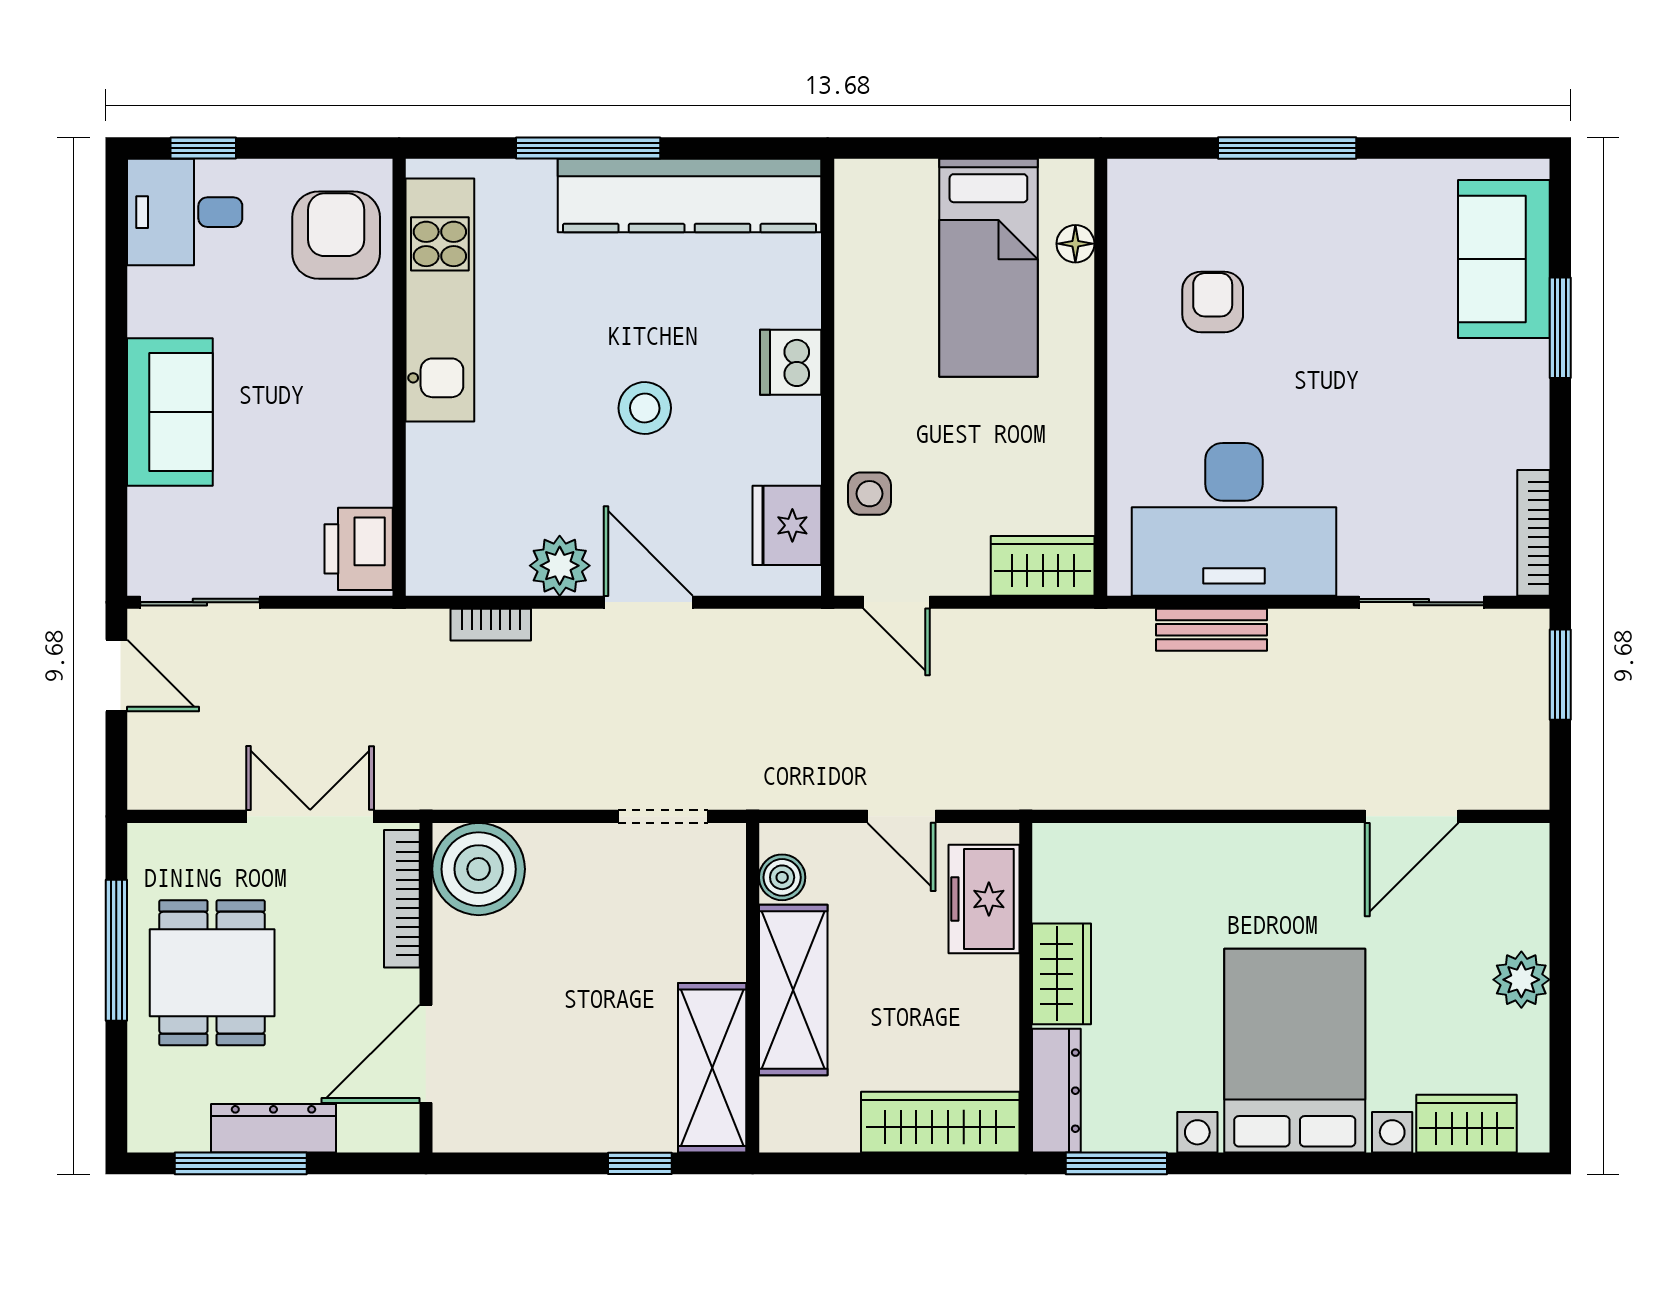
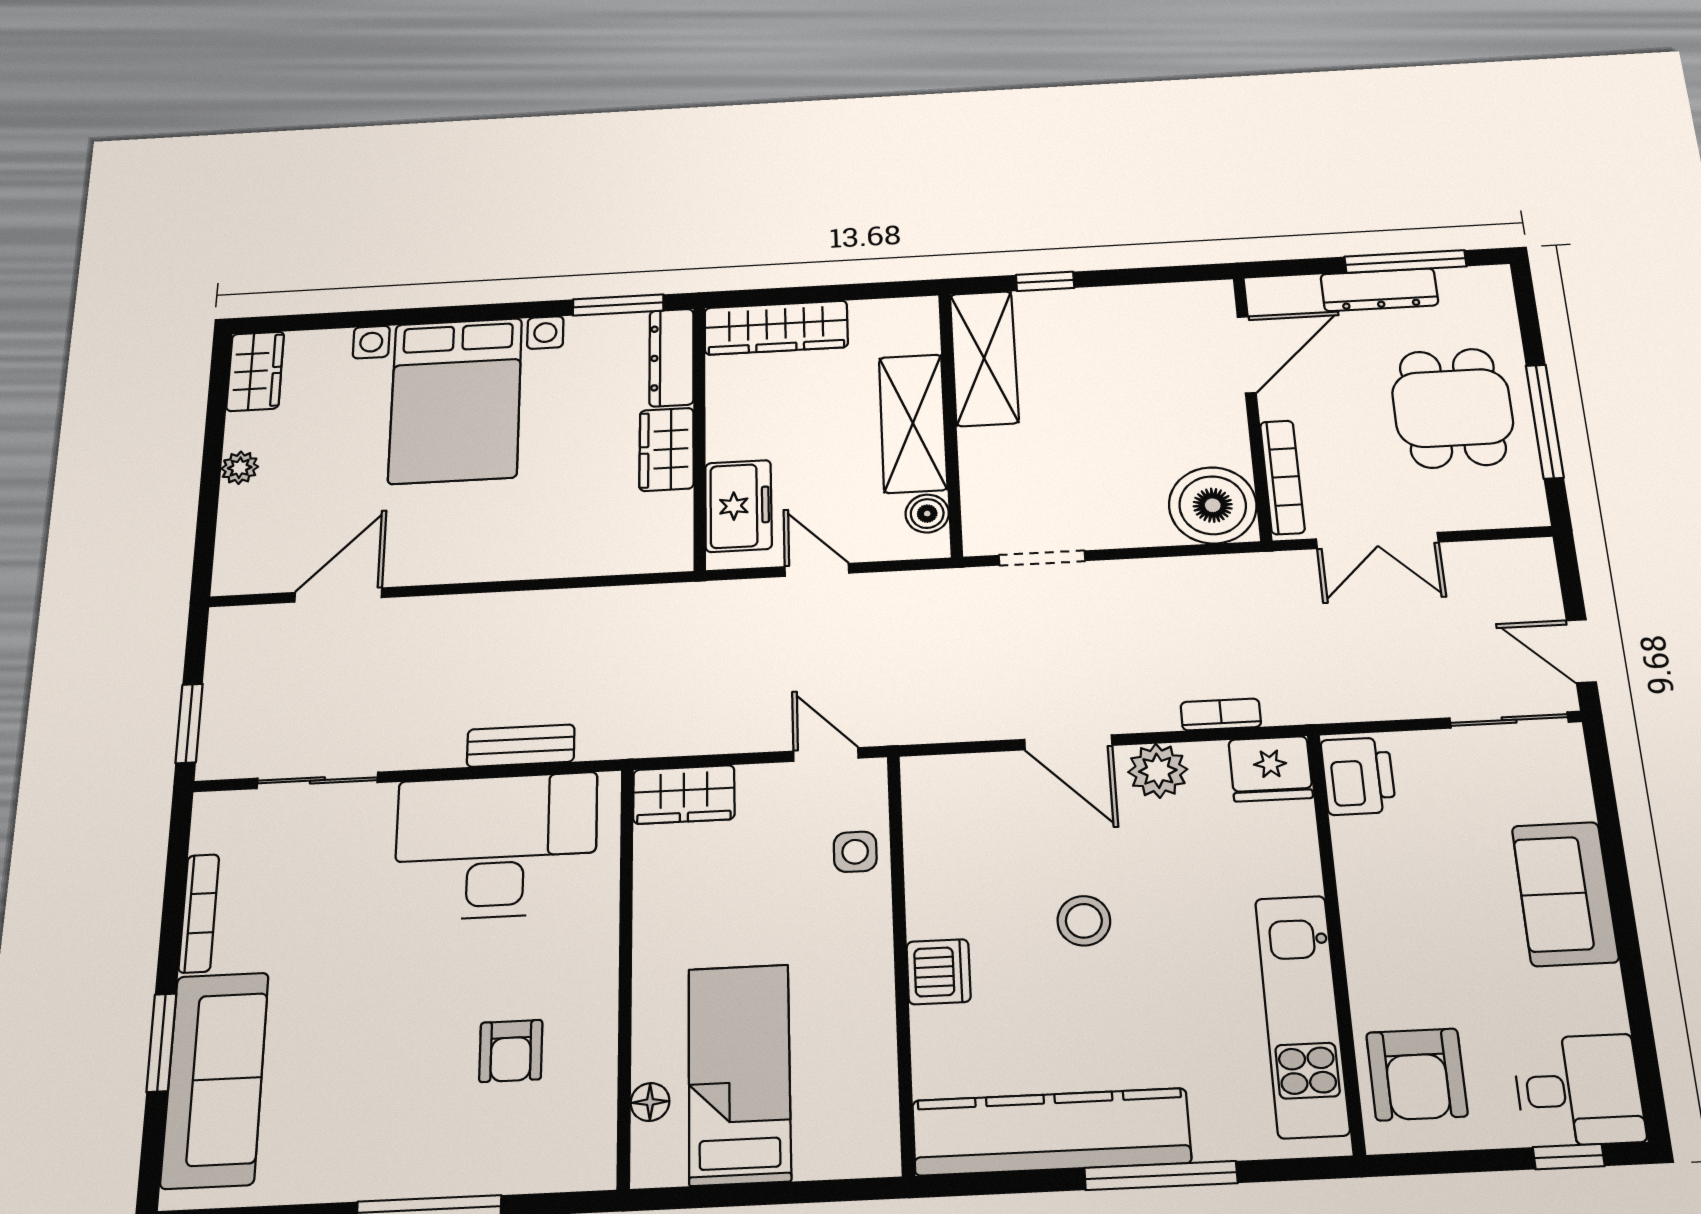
sofa: (1504, 259) -> (215, 1079), width x1.36
fridge: (787, 525) -> (1271, 769), moved, turned 90
bookcase: (1533, 533) -> (199, 913), moved
plant: (1521, 980) -> (240, 468), width x0.73, depth x0.73
wardrobe: (1467, 1124) -> (255, 371), moved, turned -90

